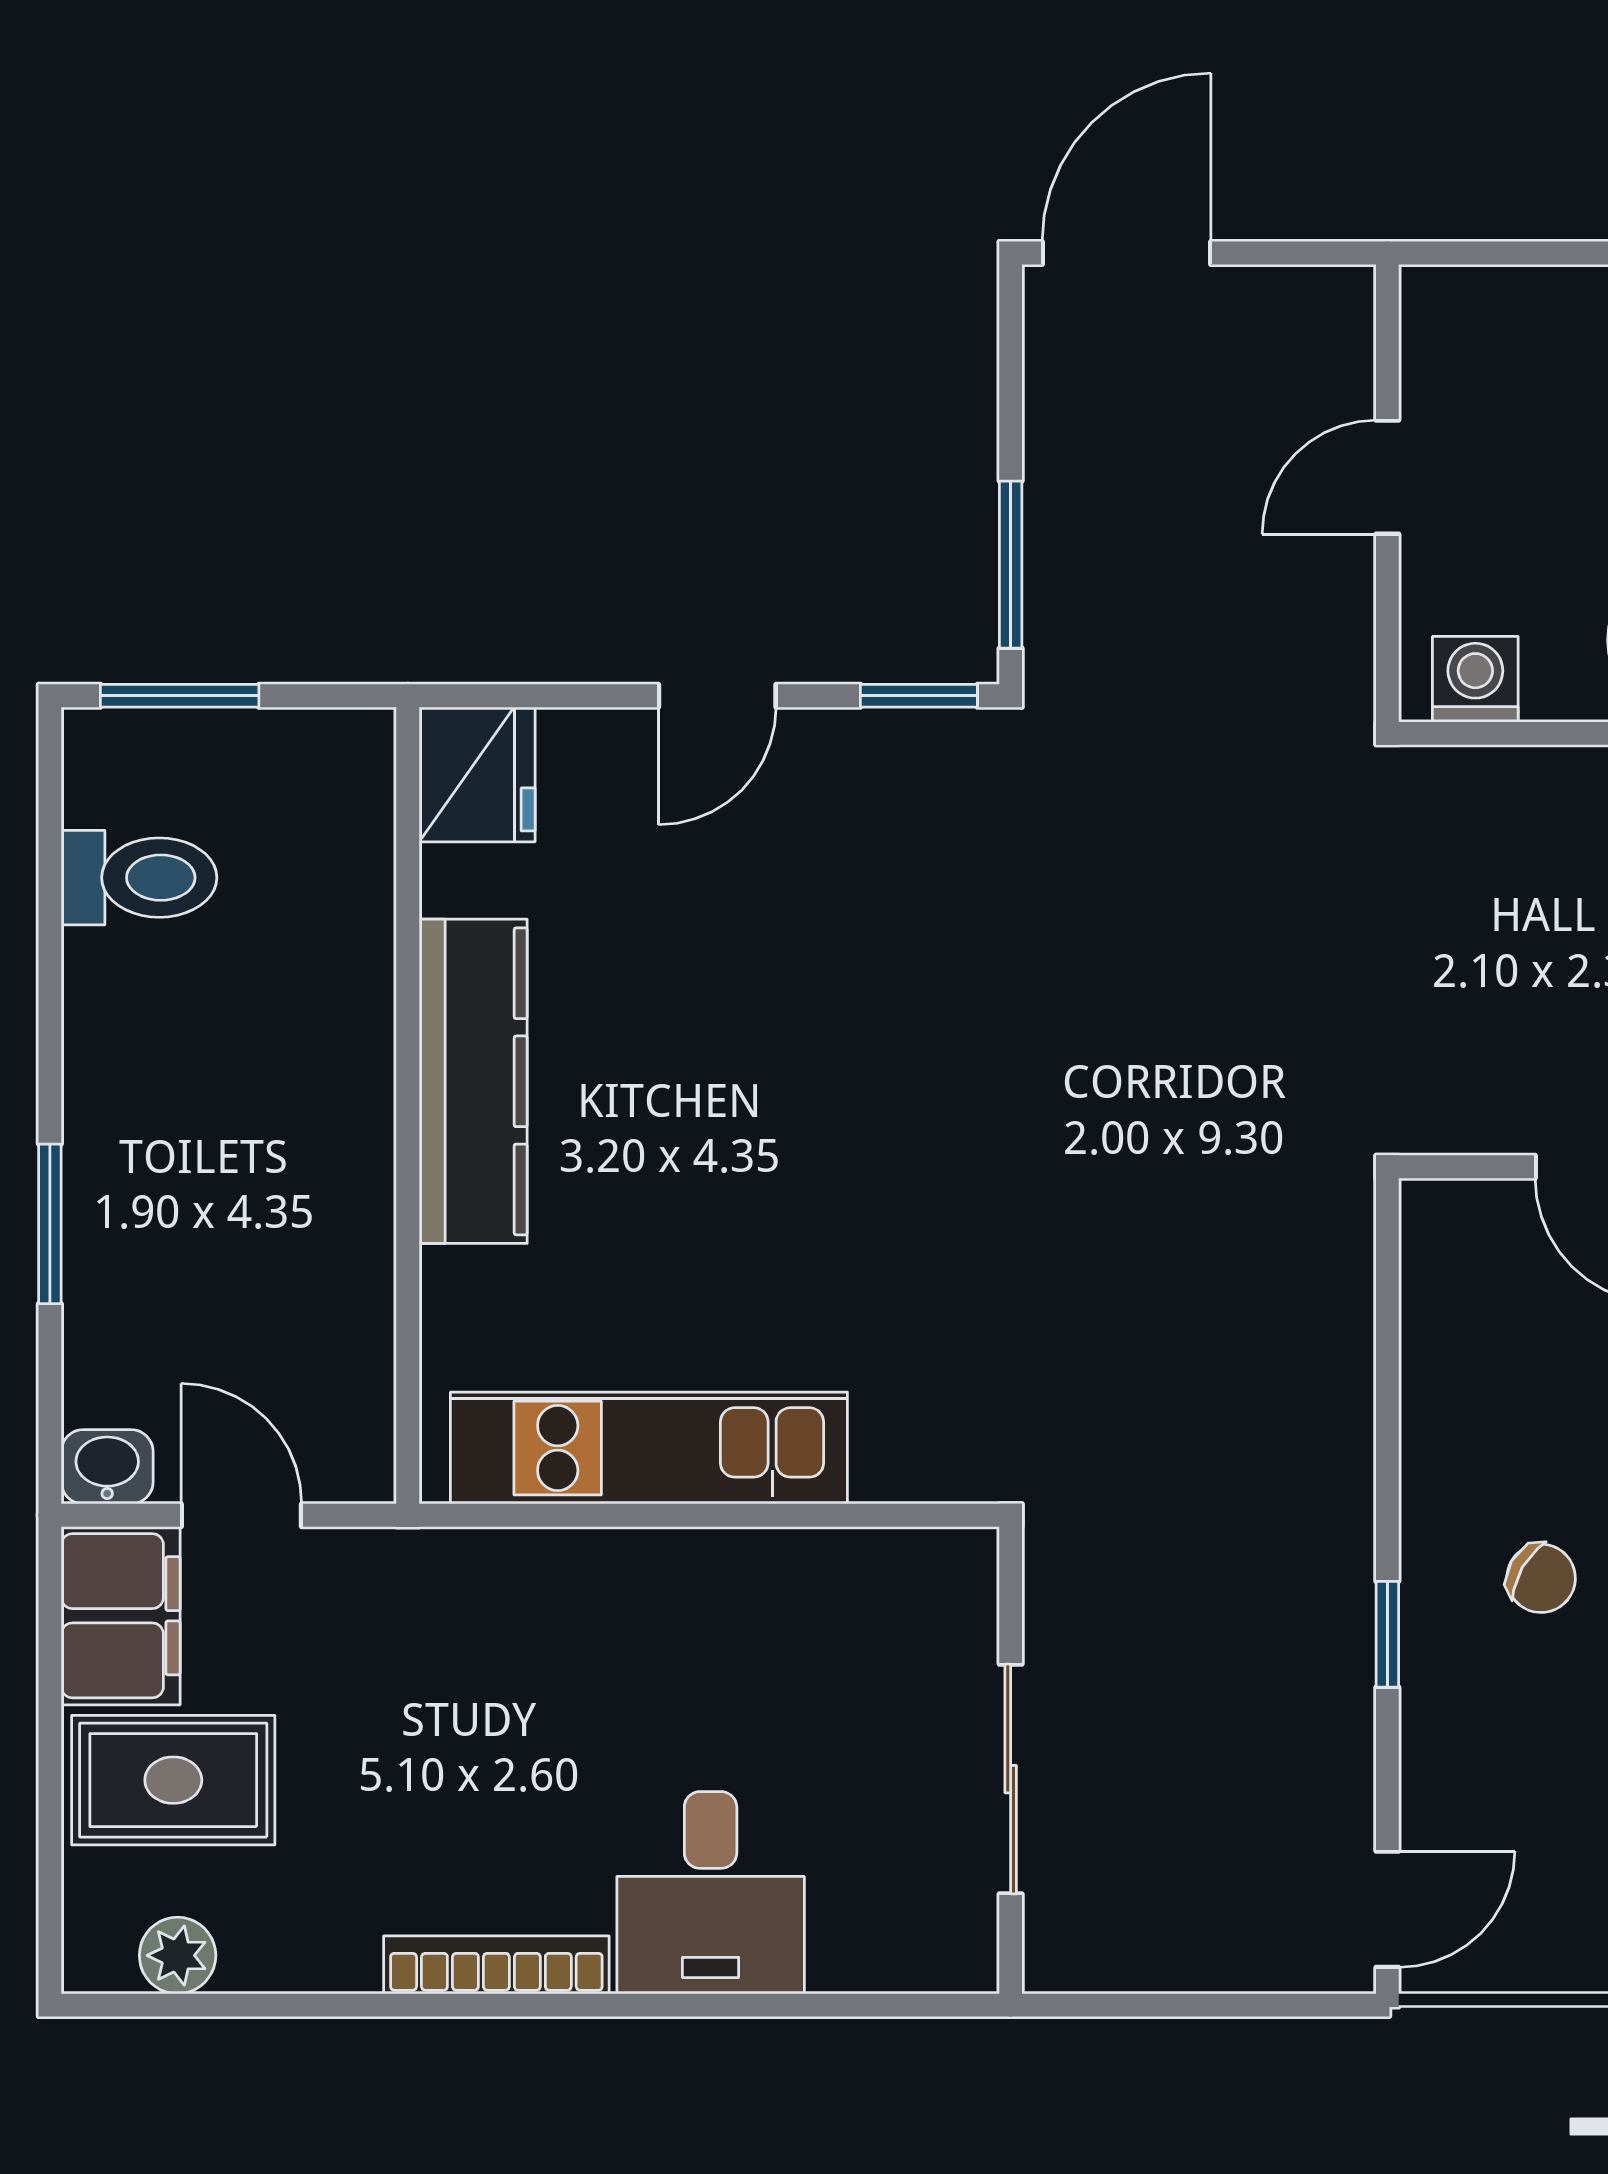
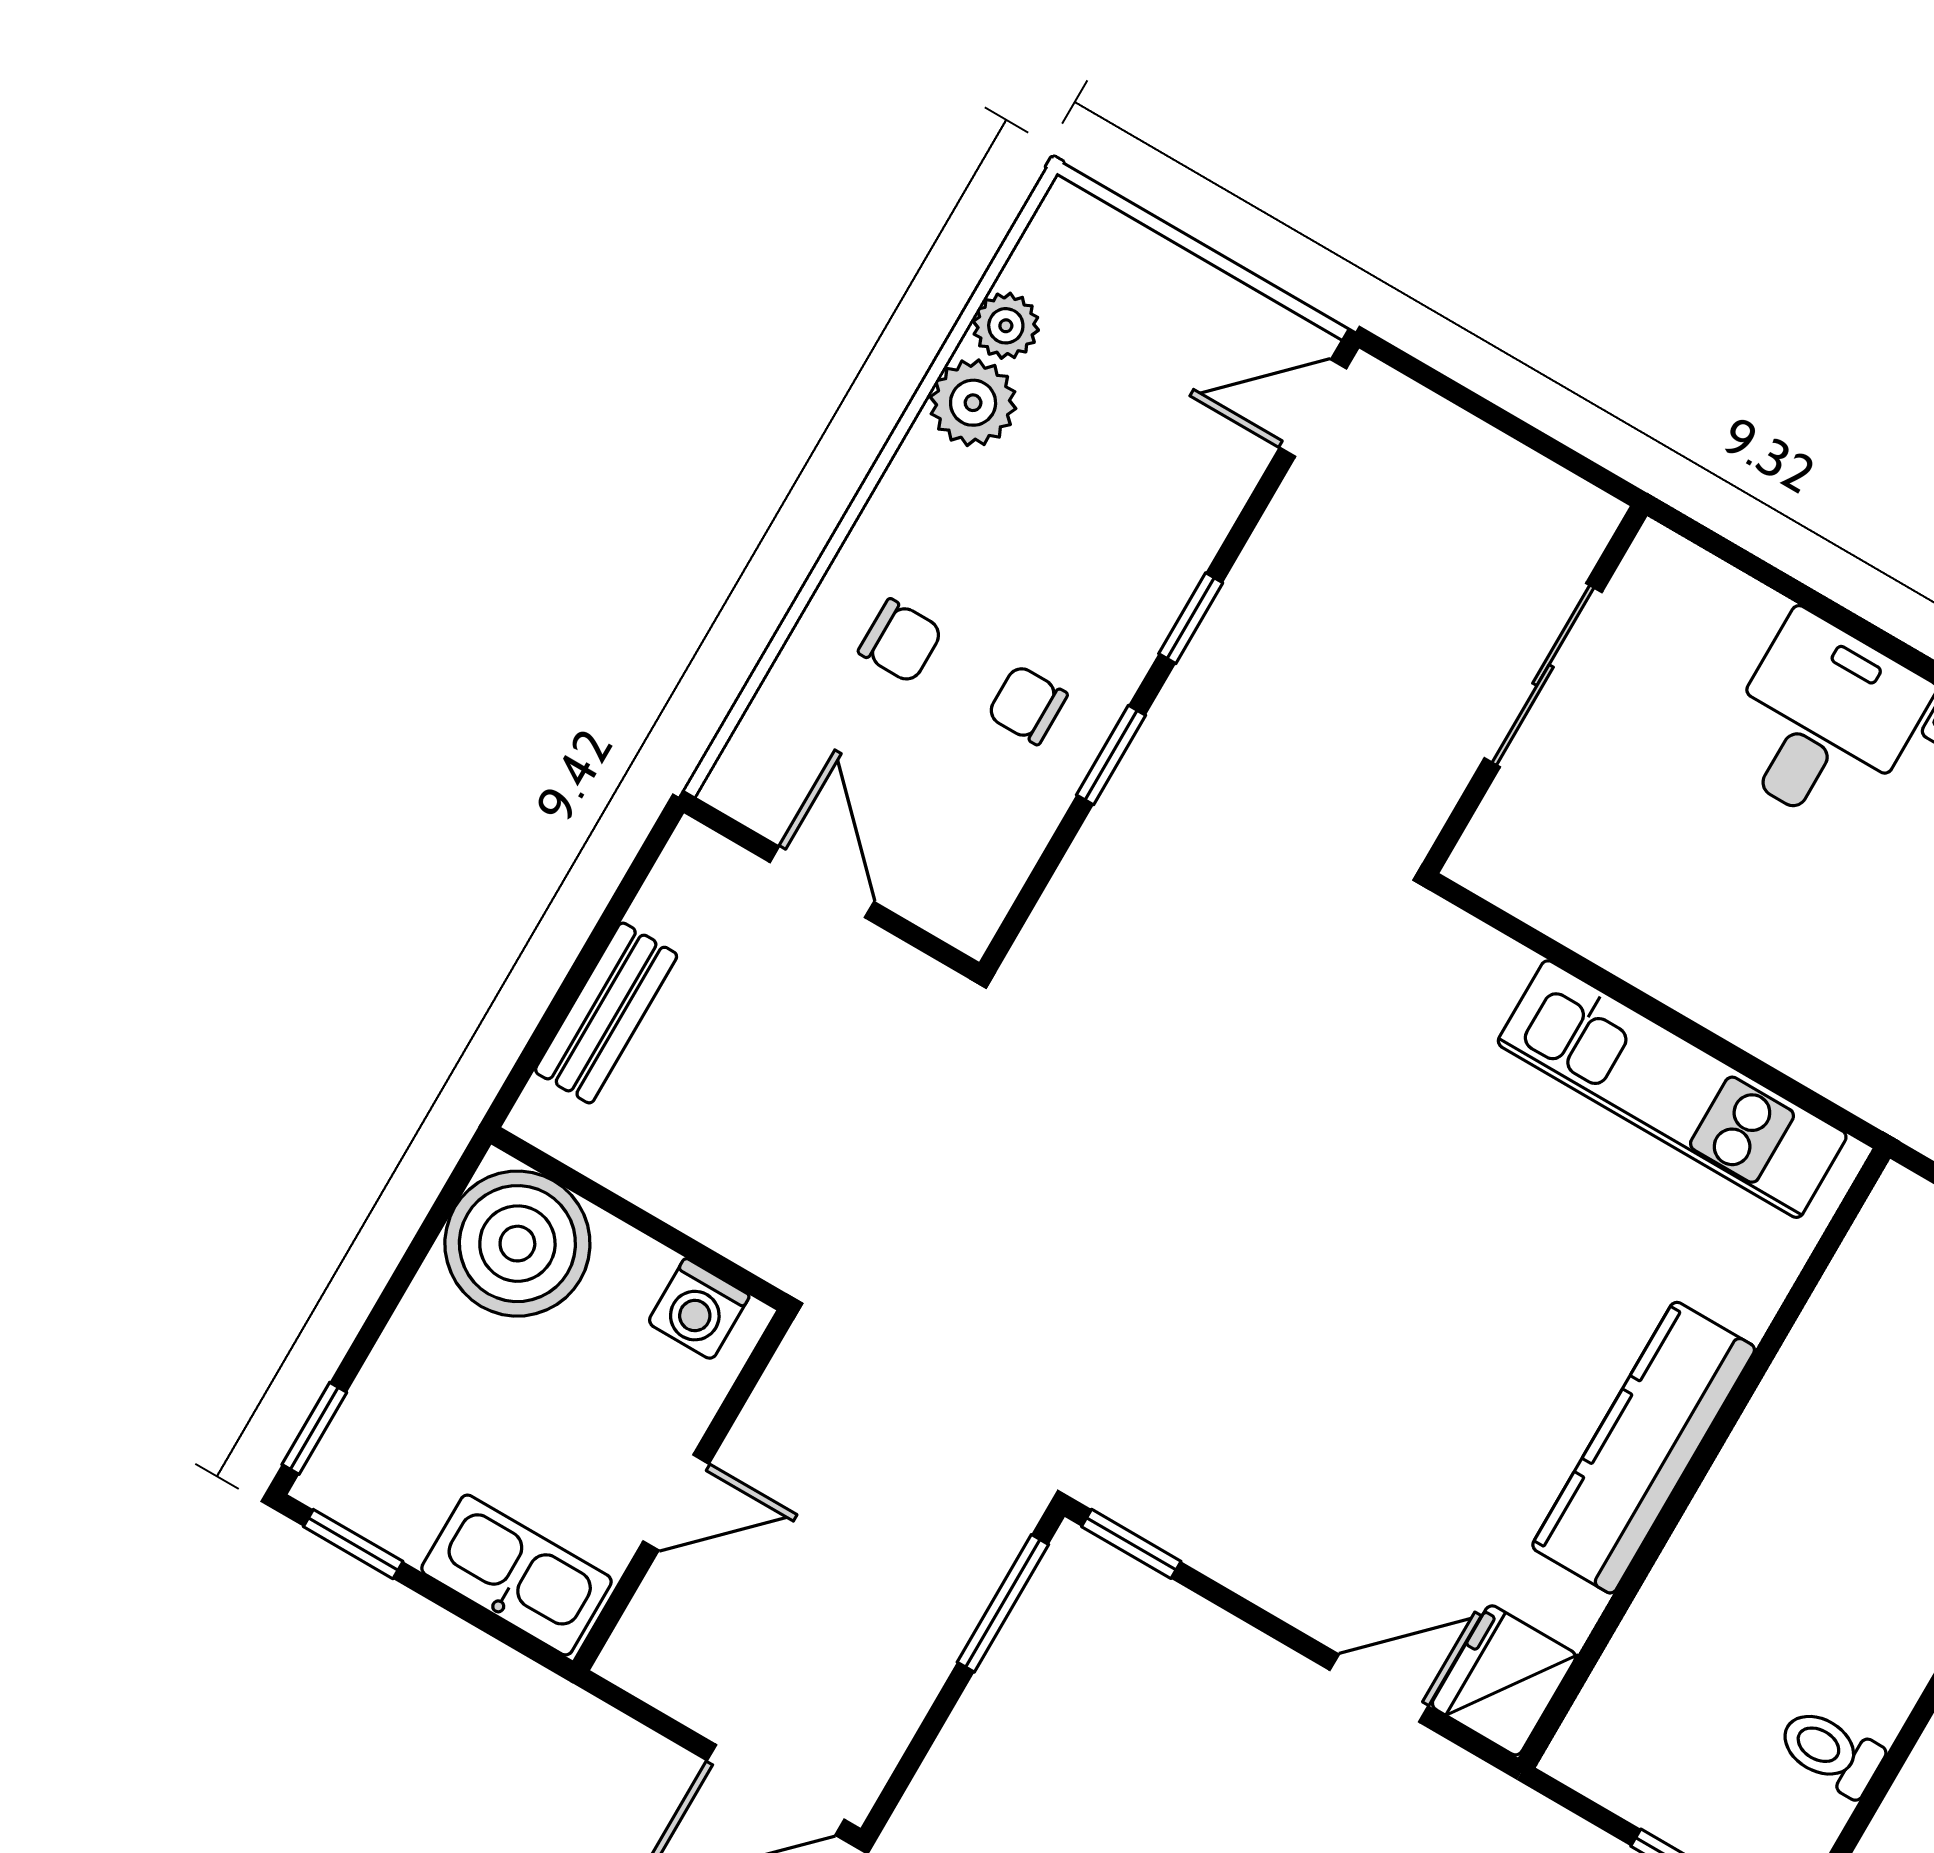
kitchen sink: (1502, 316) -> (517, 1575), added
door: (717, 696) -> (1379, 1688), moved
toilet: (139, 878) -> (1831, 1752), width x0.73, depth x0.72
window: (1387, 1455) -> (1111, 755), added
chair: (1541, 1578) -> (1027, 705), moved, turned -30

